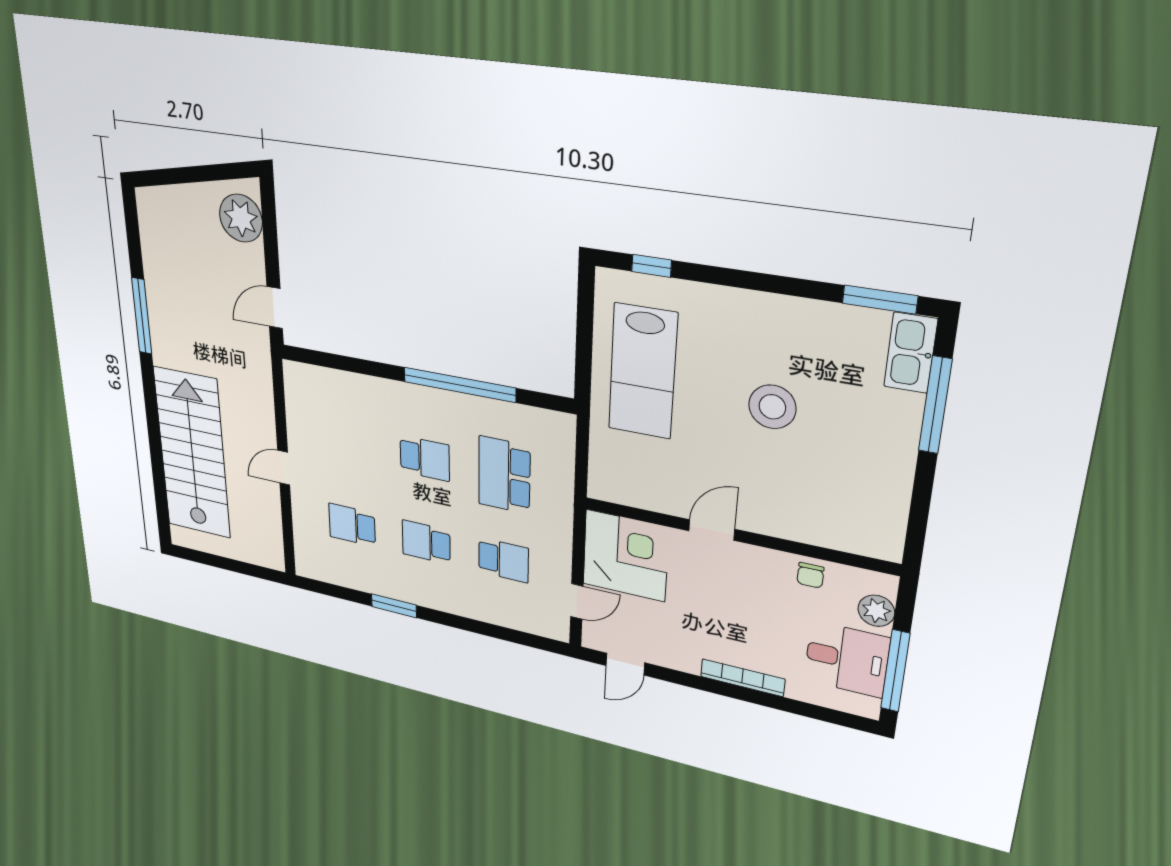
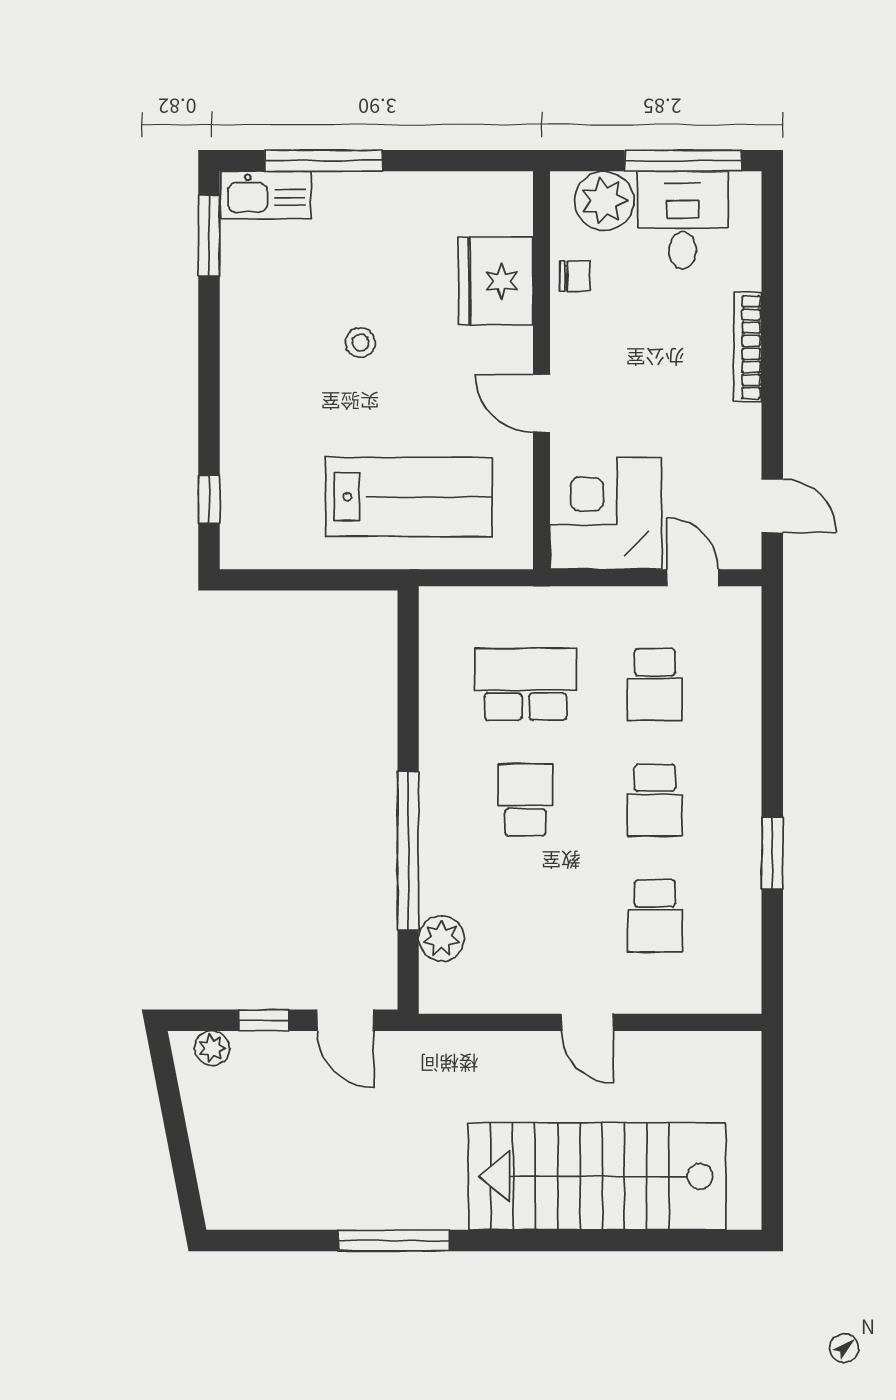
plant: (241, 218) -> (212, 1048), width x0.53, depth x0.53
window: (271, 249) -> (264, 1020), added
lab bench: (643, 372) -> (409, 497), moved
plant: (331, 383) -> (441, 938), added
window: (459, 385) -> (408, 851), moved
stool: (772, 407) -> (361, 343), width x0.53, depth x0.53
school desk: (504, 475) -> (526, 684), turned 180
fridge: (813, 518) -> (496, 281), added
school desk: (503, 560) -> (655, 684), turned 180
plant: (876, 611) -> (604, 201), width x1.36, depth x1.36

